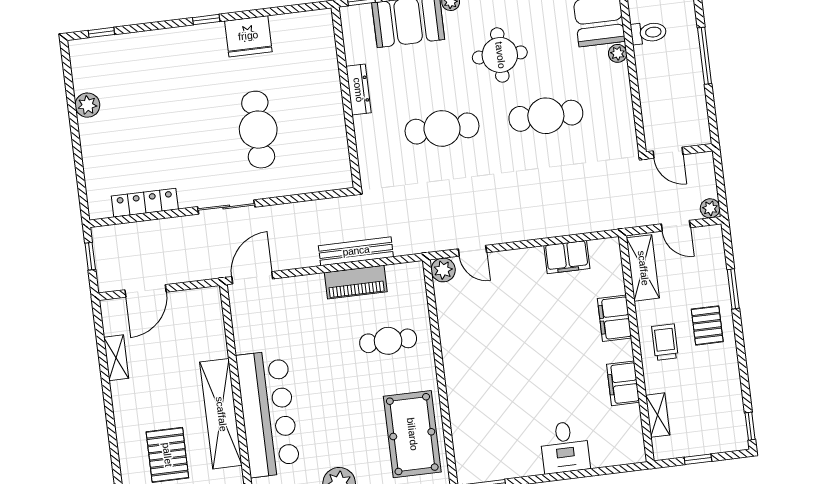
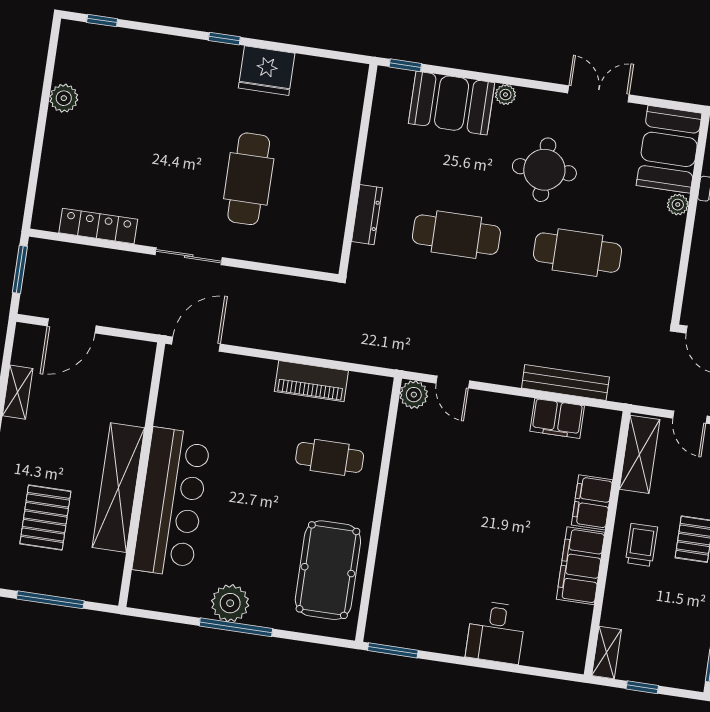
dresser: (358, 90) -> (367, 215), moved
bench: (356, 251) -> (565, 383), moved
window: (90, 256) -> (20, 269), width x1.50
filing cabinet: (623, 383) -> (581, 566), width x1.50, depth x1.17
shelving: (658, 415) -> (607, 653), moved

